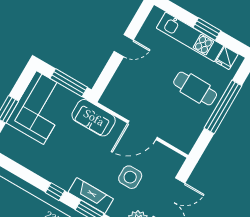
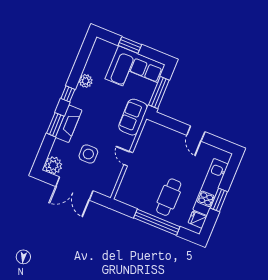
door: (142, 130) -> (128, 159), width x0.53
plant: (43, 168) -> (86, 81), added

